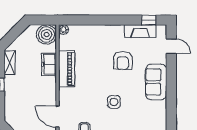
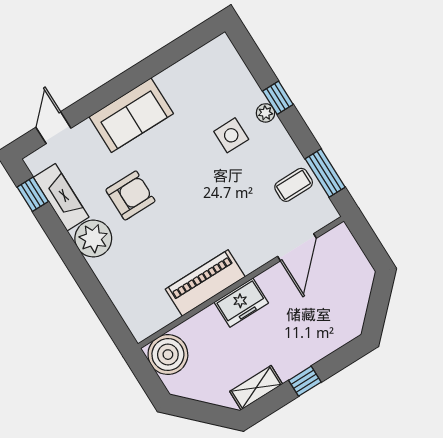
plant: (63, 30) -> (93, 238), moved, width x1.87, depth x1.87
freezer: (49, 64) -> (241, 303), moved
side table: (114, 102) -> (231, 135), moved

